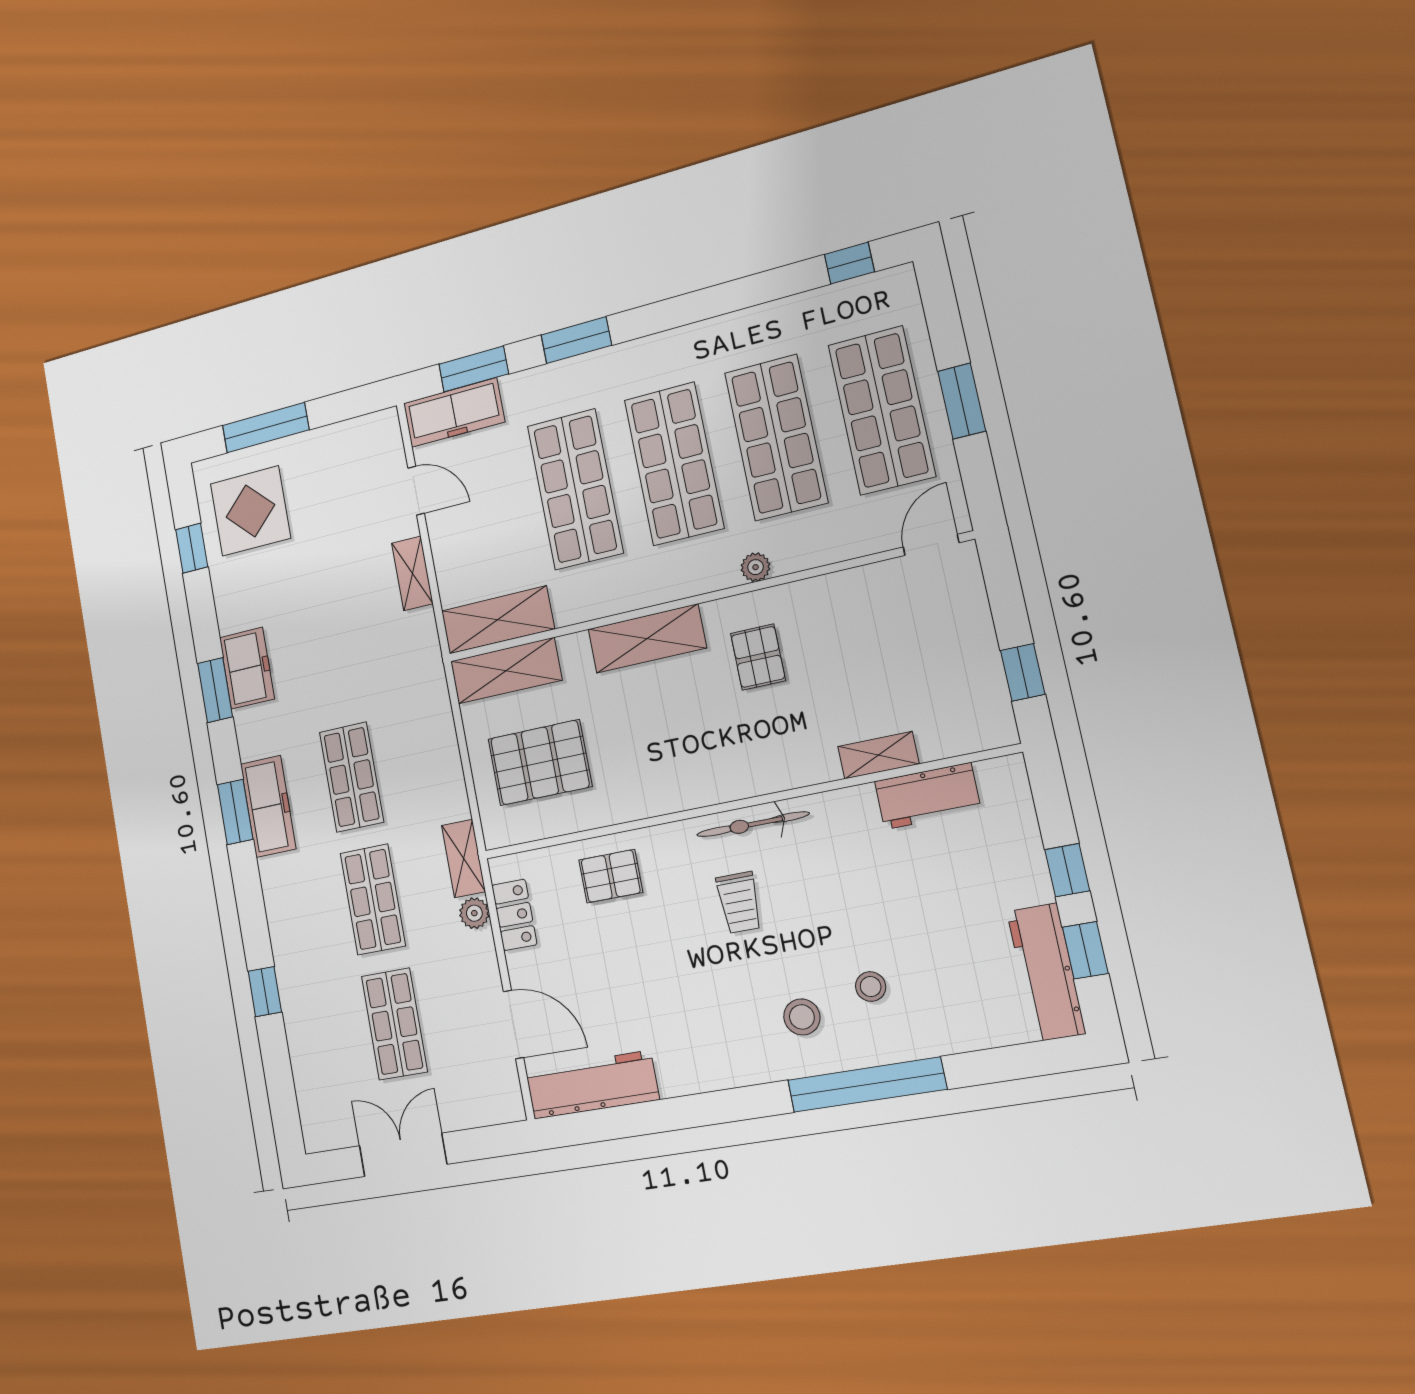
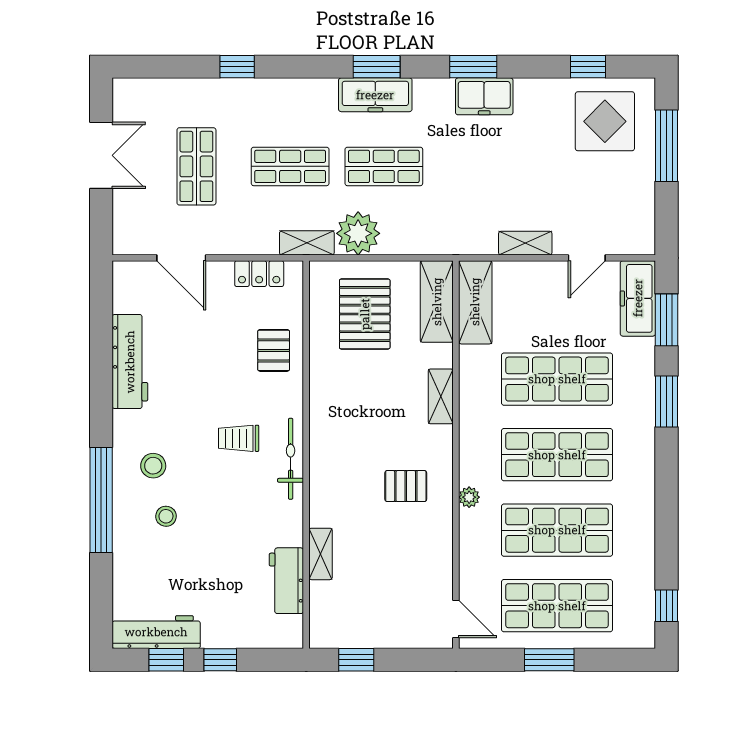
shelving: (647, 639) -> (441, 396), width x0.67, depth x0.75
plant: (474, 913) -> (358, 233), moved, width x1.87, depth x1.87
shop shelf: (394, 1024) -> (196, 166), turned 90
door: (513, 1024) -> (181, 258), hinge flipped
workbench: (592, 1085) -> (130, 362), moved

